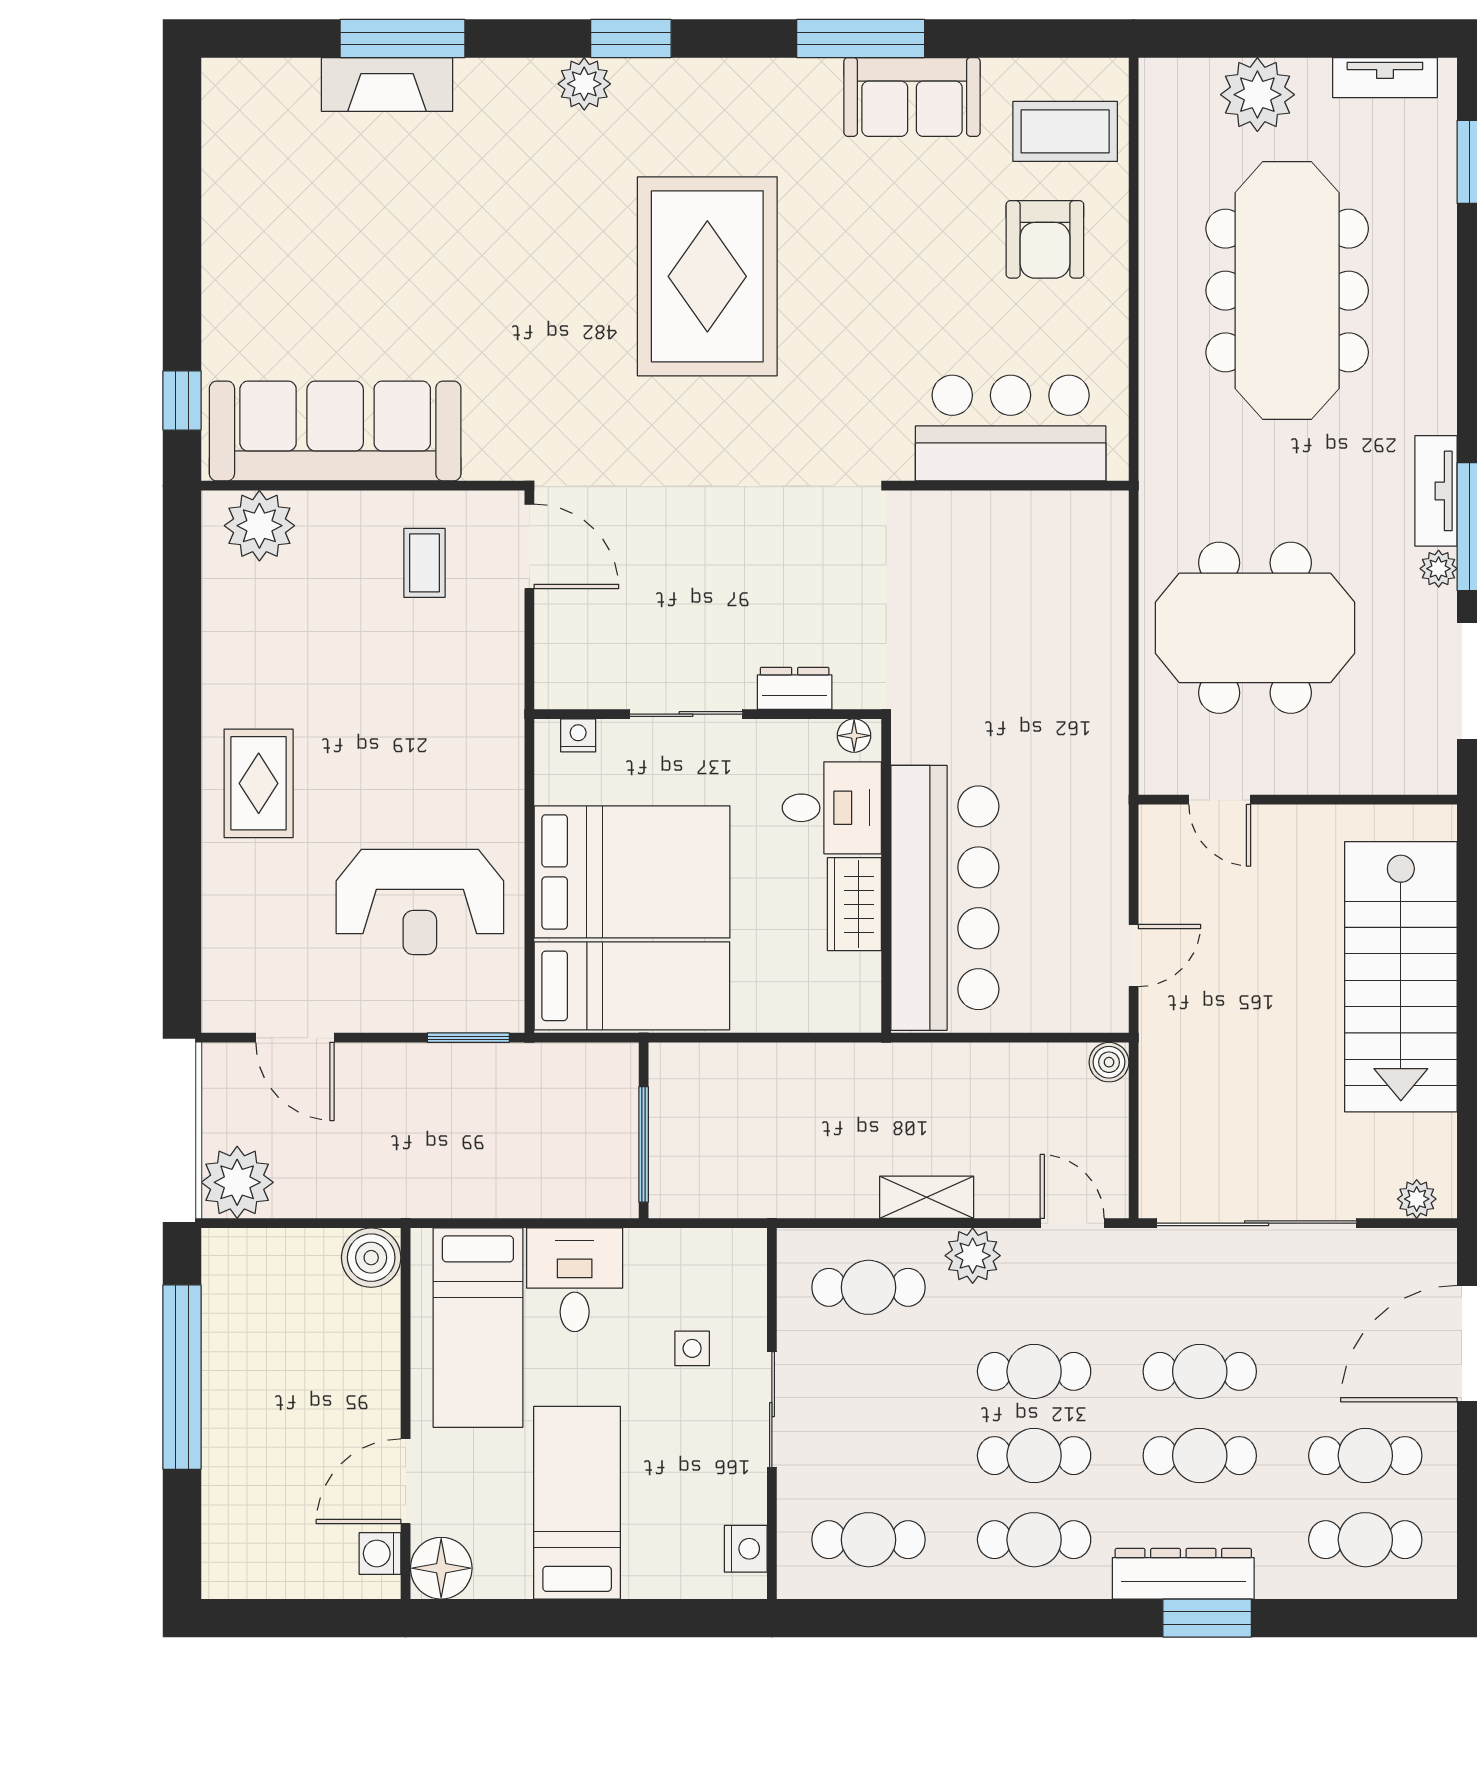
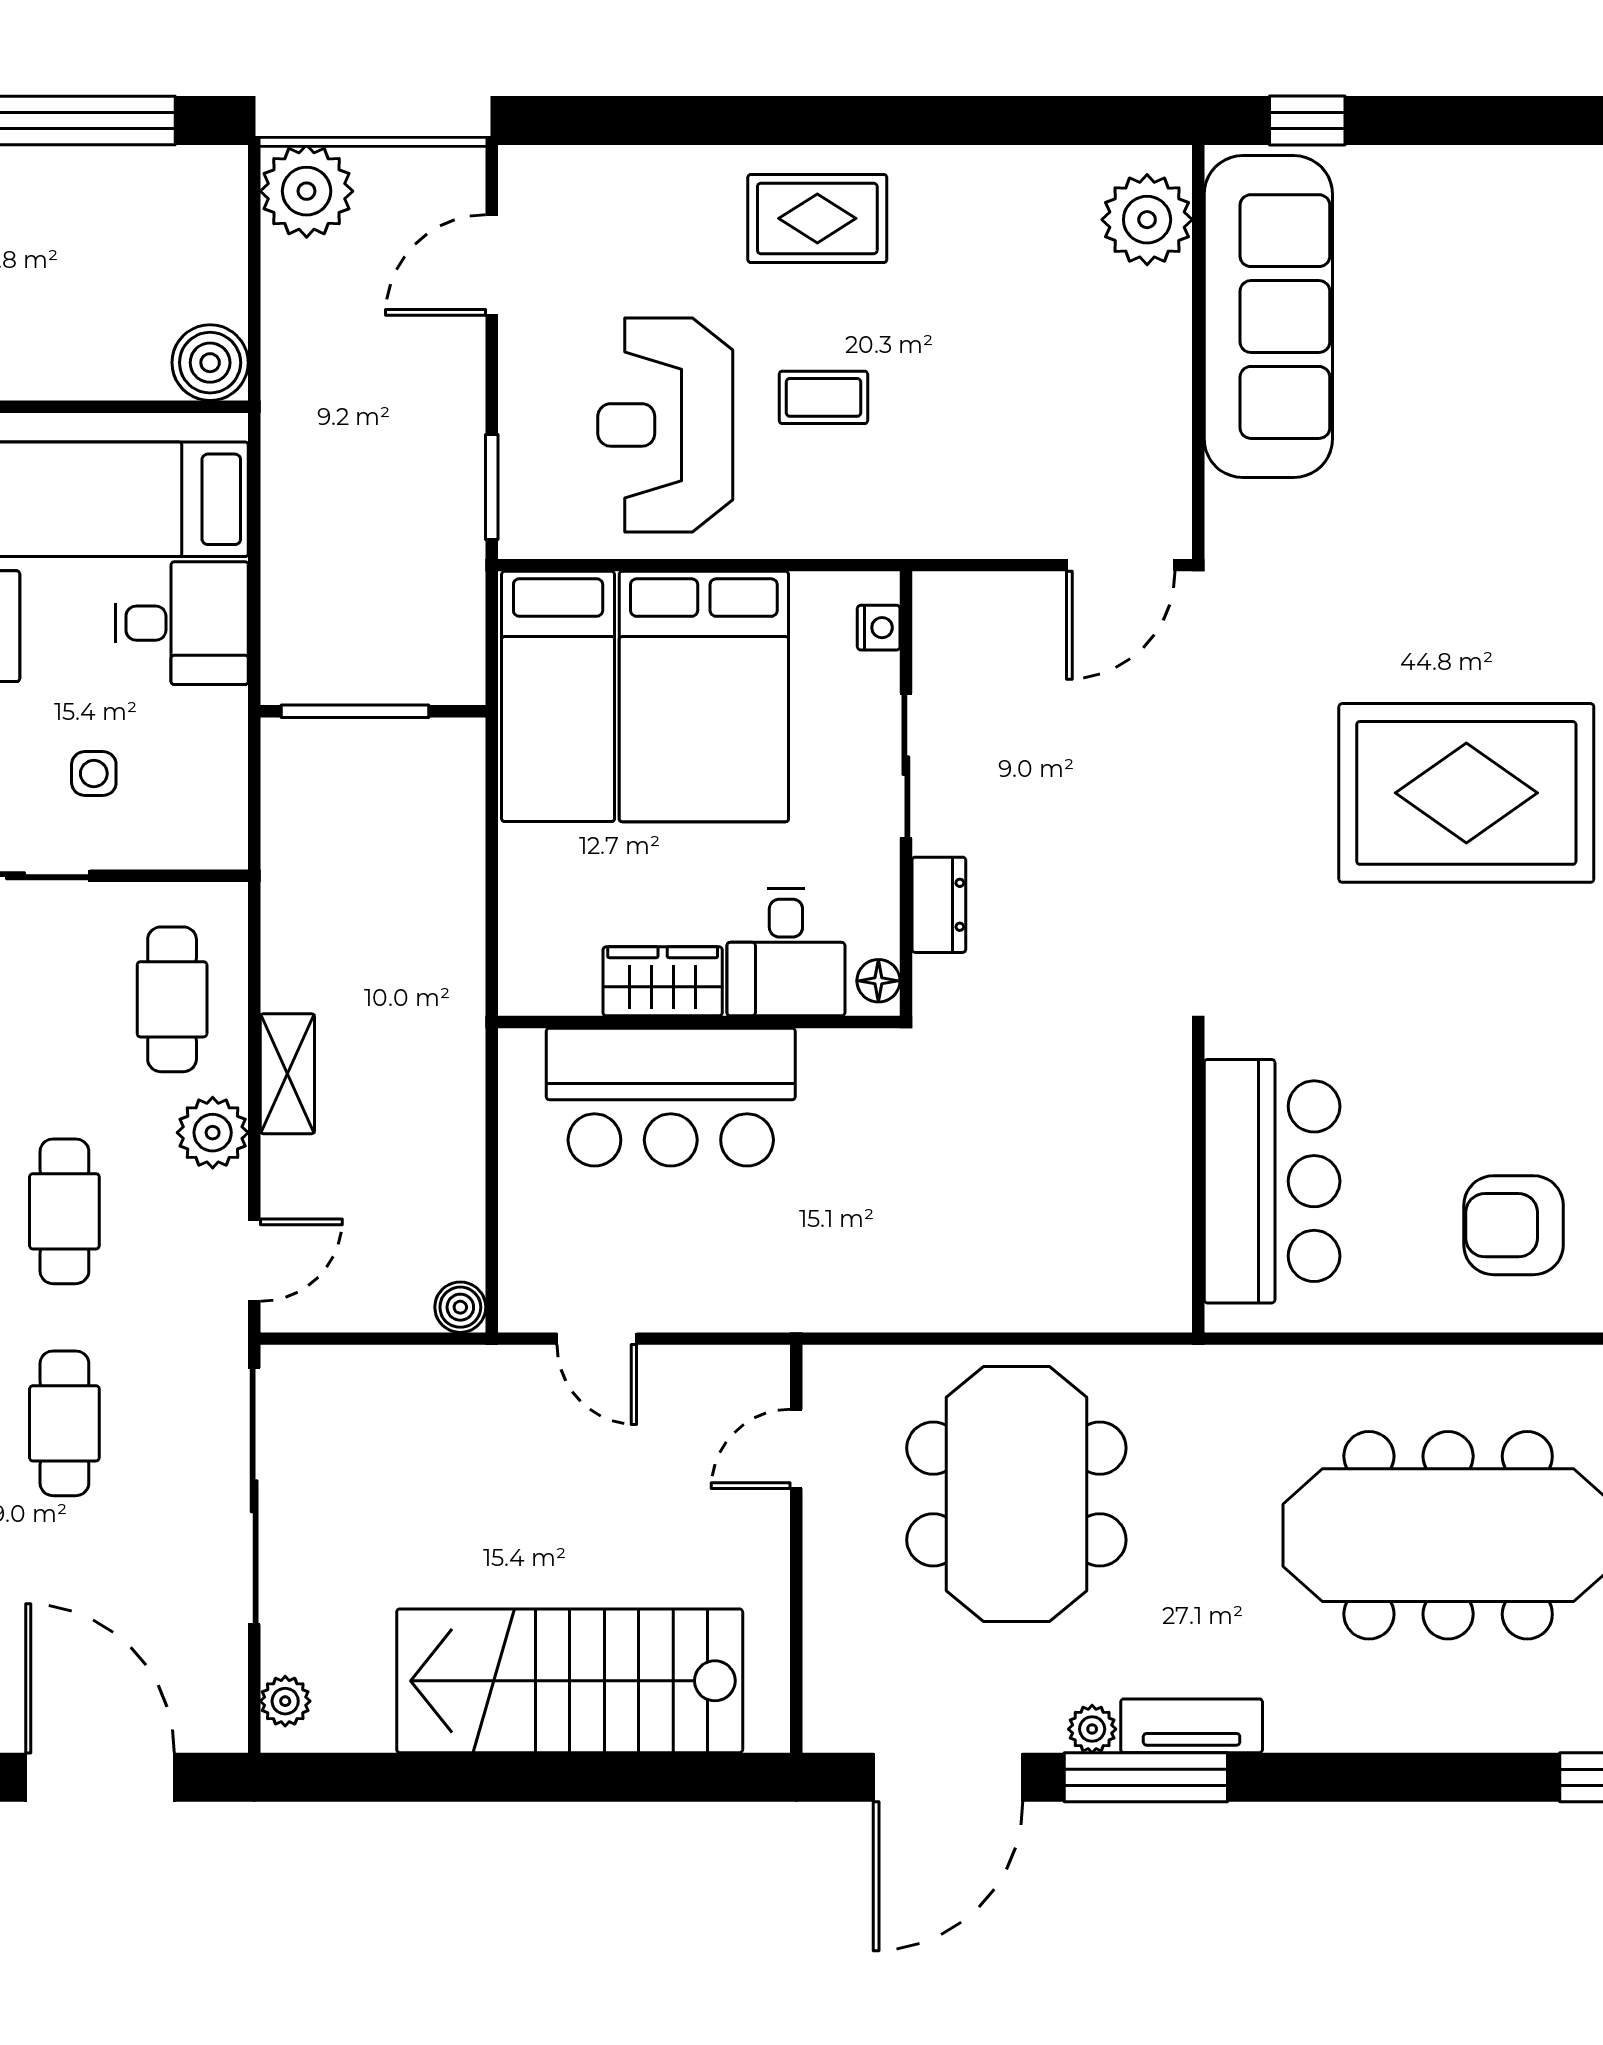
coffee table: (425, 563) -> (823, 397), moved
bar counter: (945, 898) -> (671, 1097), width x0.73

